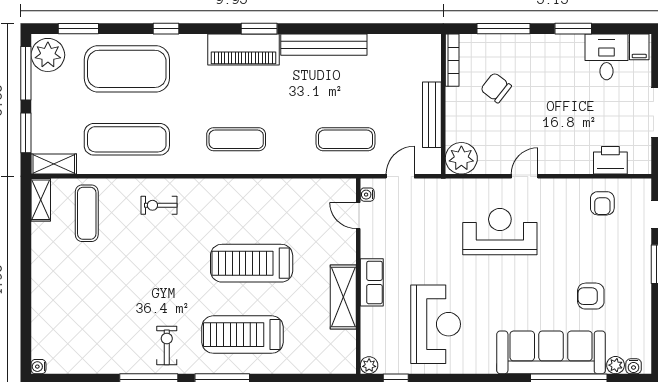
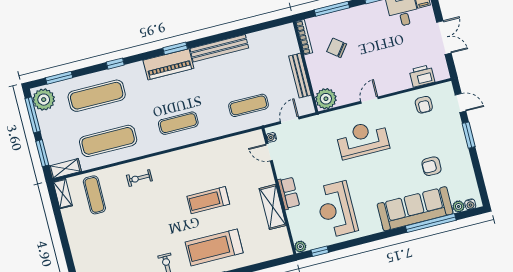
exercise mat: (127, 69) -> (97, 96), width x0.68
treadmill: (252, 263) -> (208, 200), width x0.73, depth x0.73
reception desk: (436, 324) -> (336, 209), turned 180

